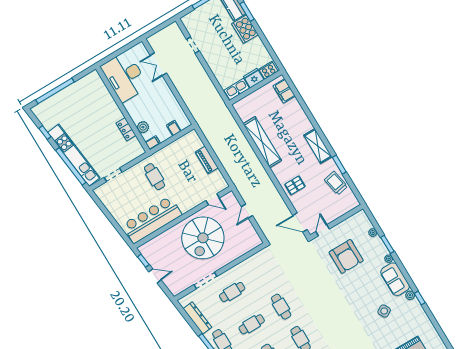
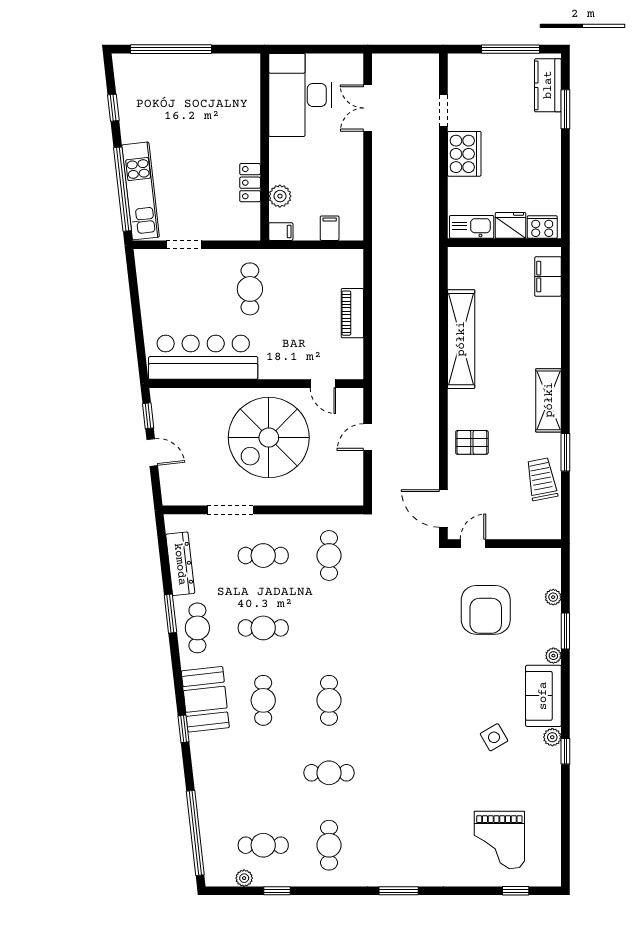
cooker: (245, 29) -> (464, 154), moved, turned 180
kitchen unit: (74, 155) -> (141, 191), width x0.73
cafe table: (281, 307) -> (329, 556), moved

